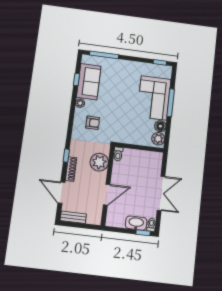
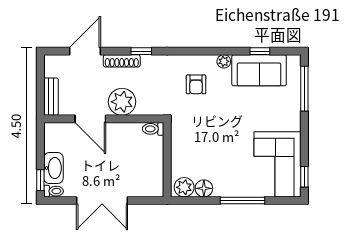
corner sofa: (154, 98) -> (278, 164), moved, turned -90
plant: (99, 162) -> (122, 102), moved
bench: (73, 217) -> (51, 97), moved

